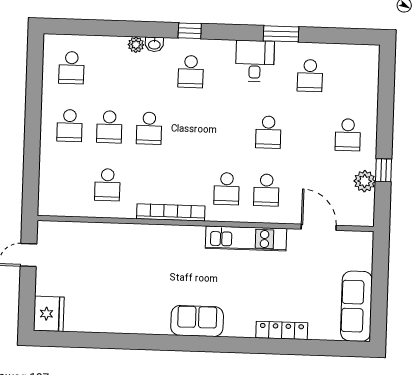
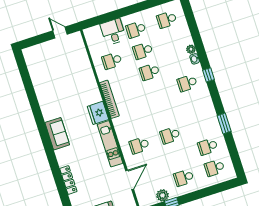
desk: (255, 61) -> (113, 32), moved, turned -90
school desk: (227, 189) -> (215, 168), moved
fridge: (49, 314) -> (98, 113), moved, turned 90

